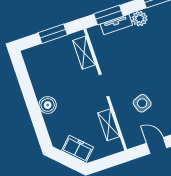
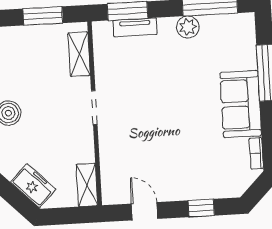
plant: (140, 19) -> (188, 27), moved
side table: (142, 103) -> (141, 147), removed
shelving: (109, 125) -> (87, 185), moved

